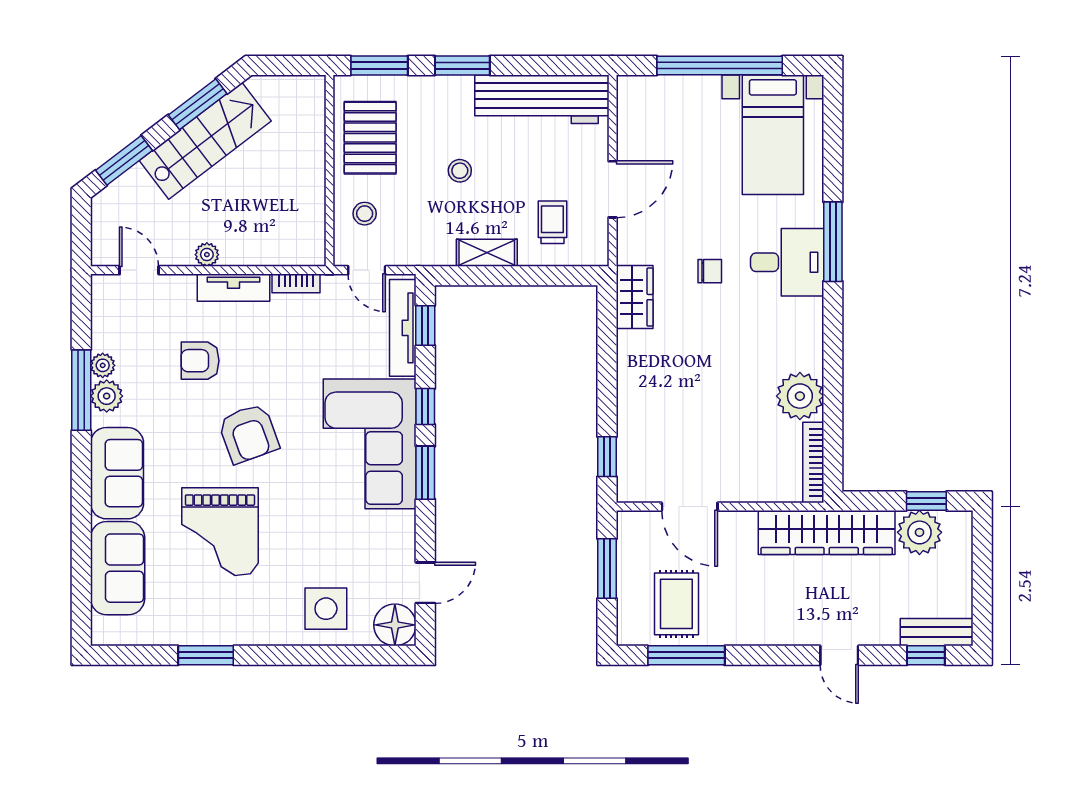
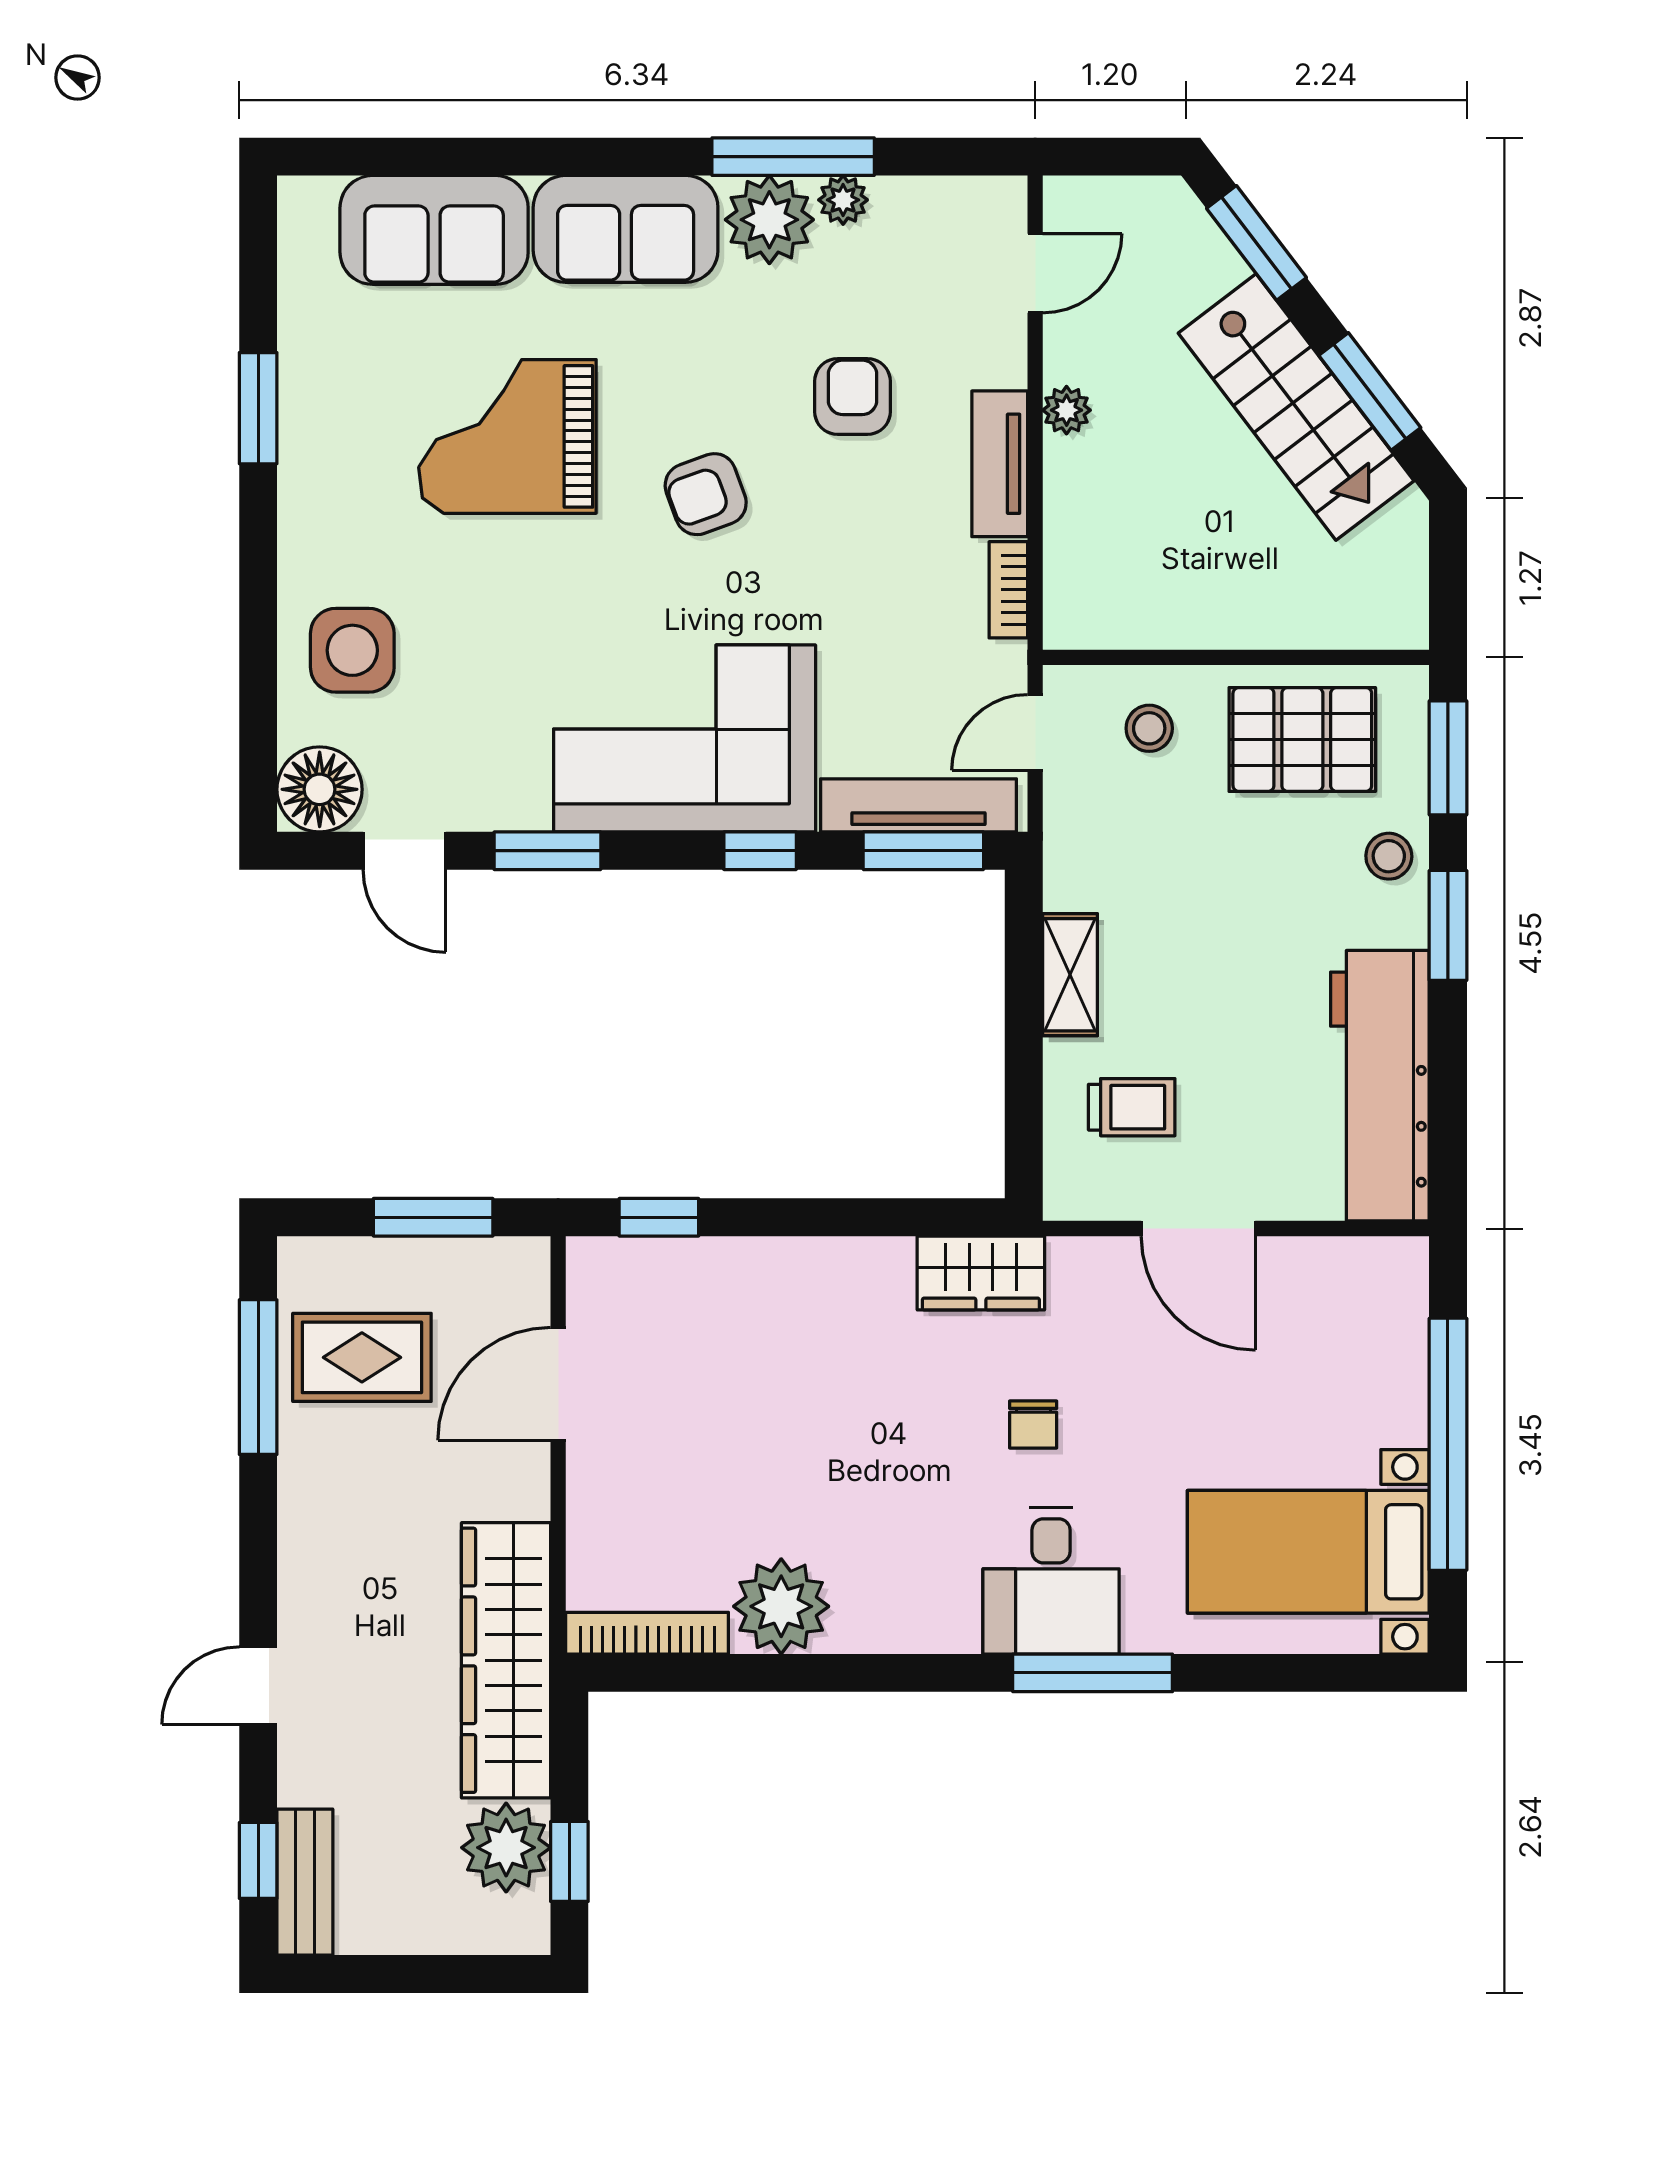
stool: (460, 171) -> (1389, 856), moved
window: (425, 326) -> (923, 851), width x1.50
plant: (107, 396) -> (769, 220), width x1.36, depth x1.36
armchair: (249, 433) -> (706, 494), width x0.72, depth x0.72
window: (425, 473) -> (547, 851), moved

